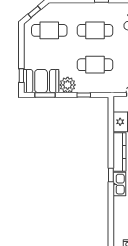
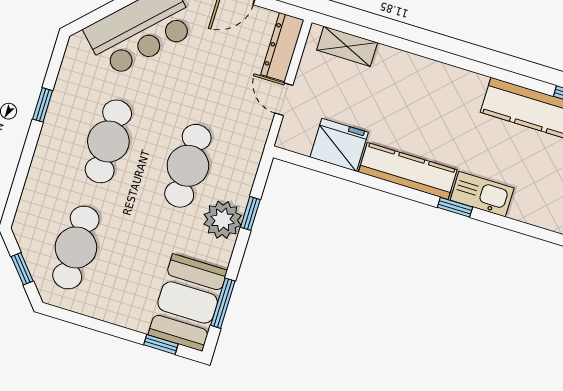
plant: (68, 85) -> (223, 220), moved

